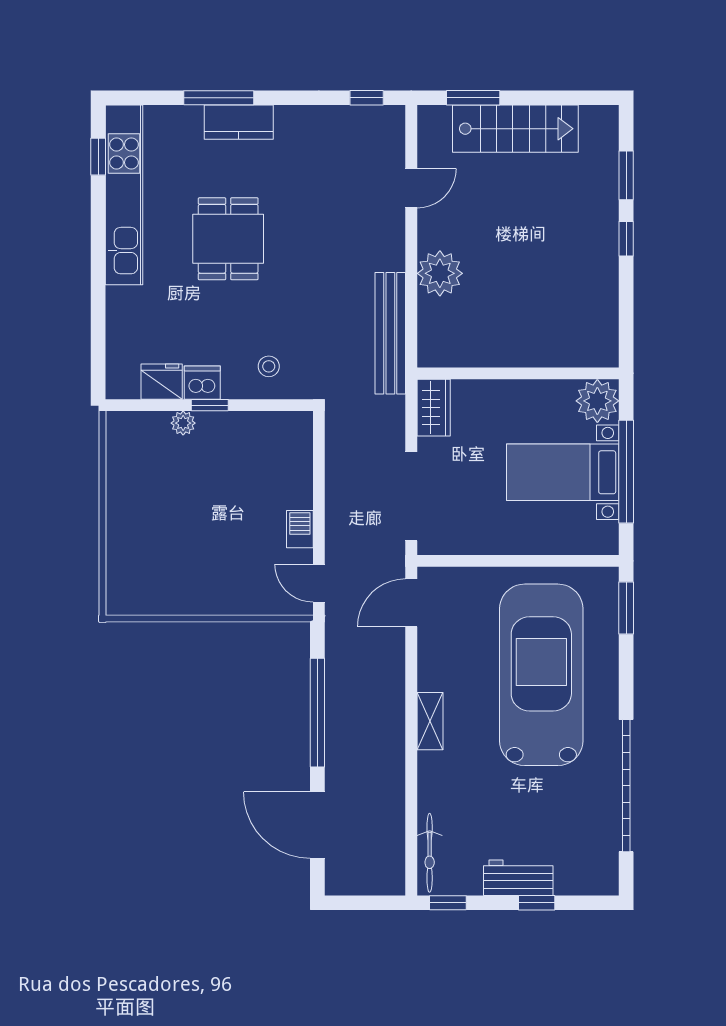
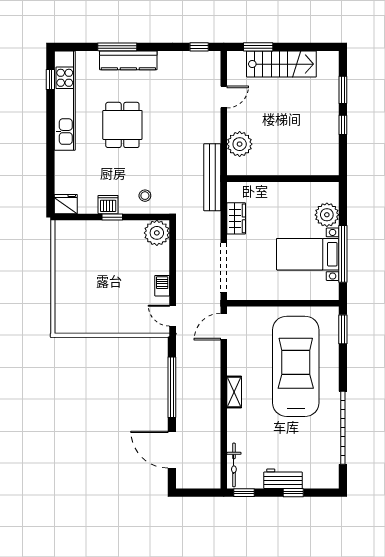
kitchen counter: (239, 122) -> (128, 60), width x1.50
wall: (518, 373) -> (283, 179), moved
fridge: (162, 382) -> (66, 204), moved
plant: (183, 423) -> (157, 233), moved, width x1.88, depth x1.88

